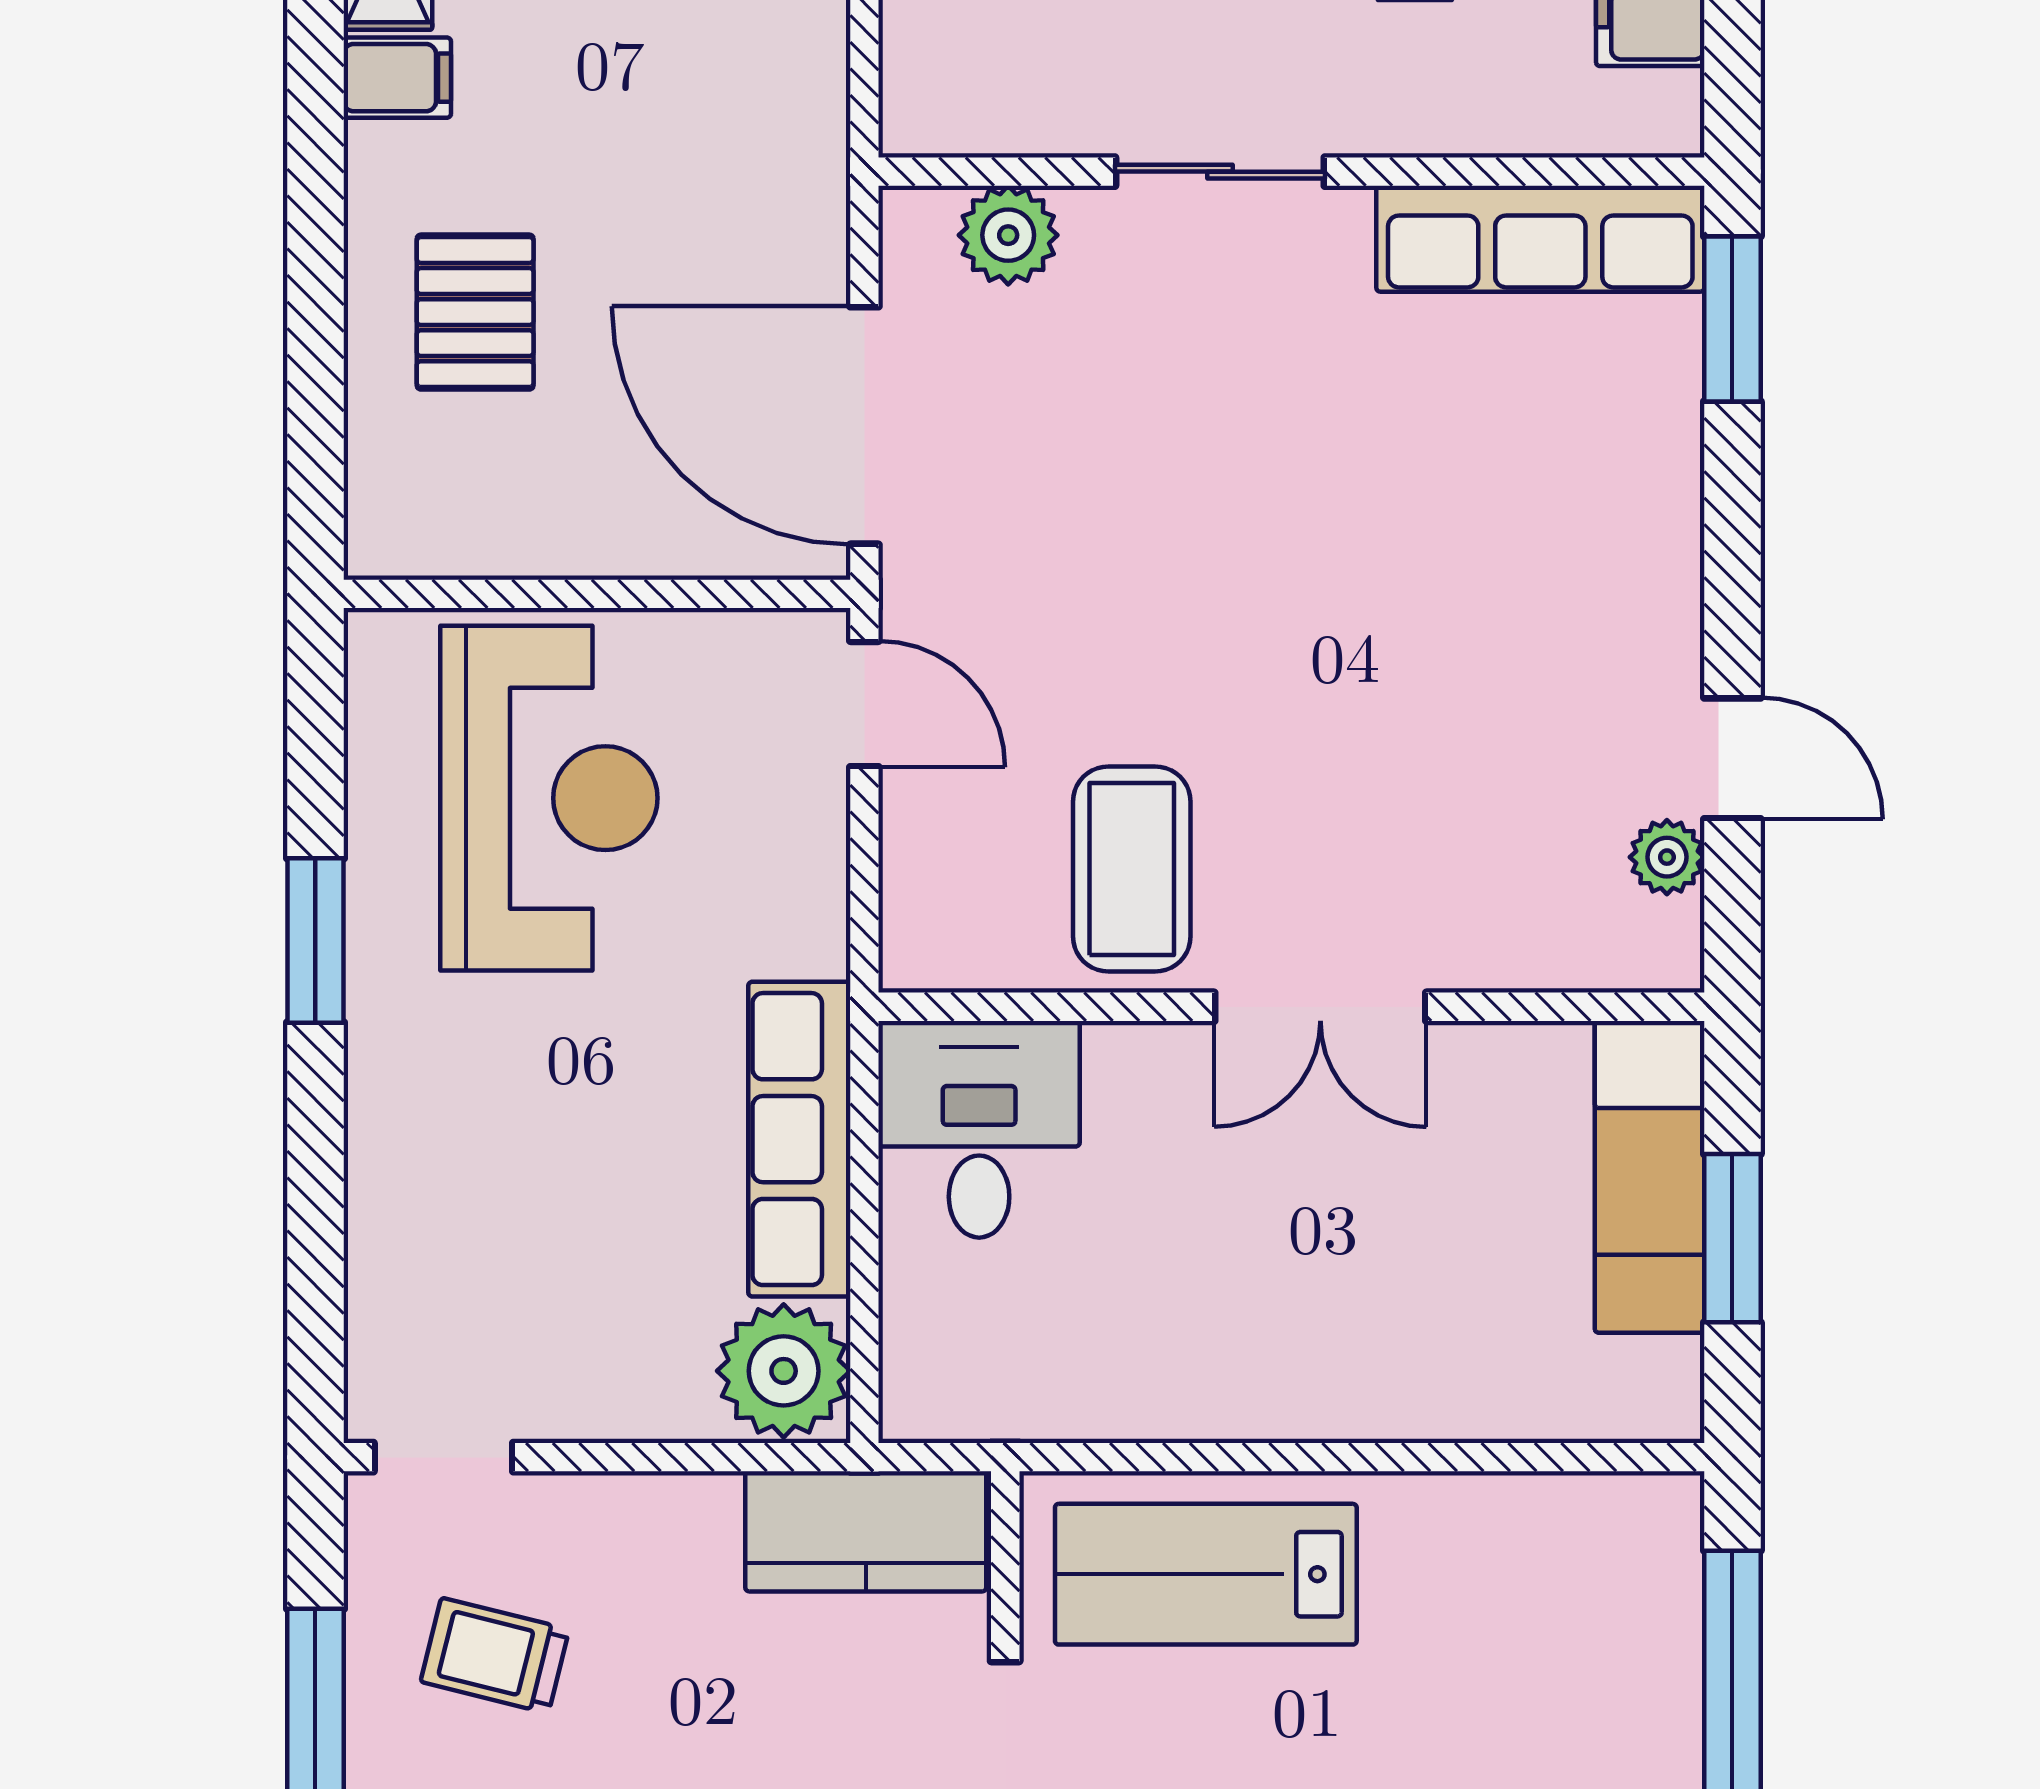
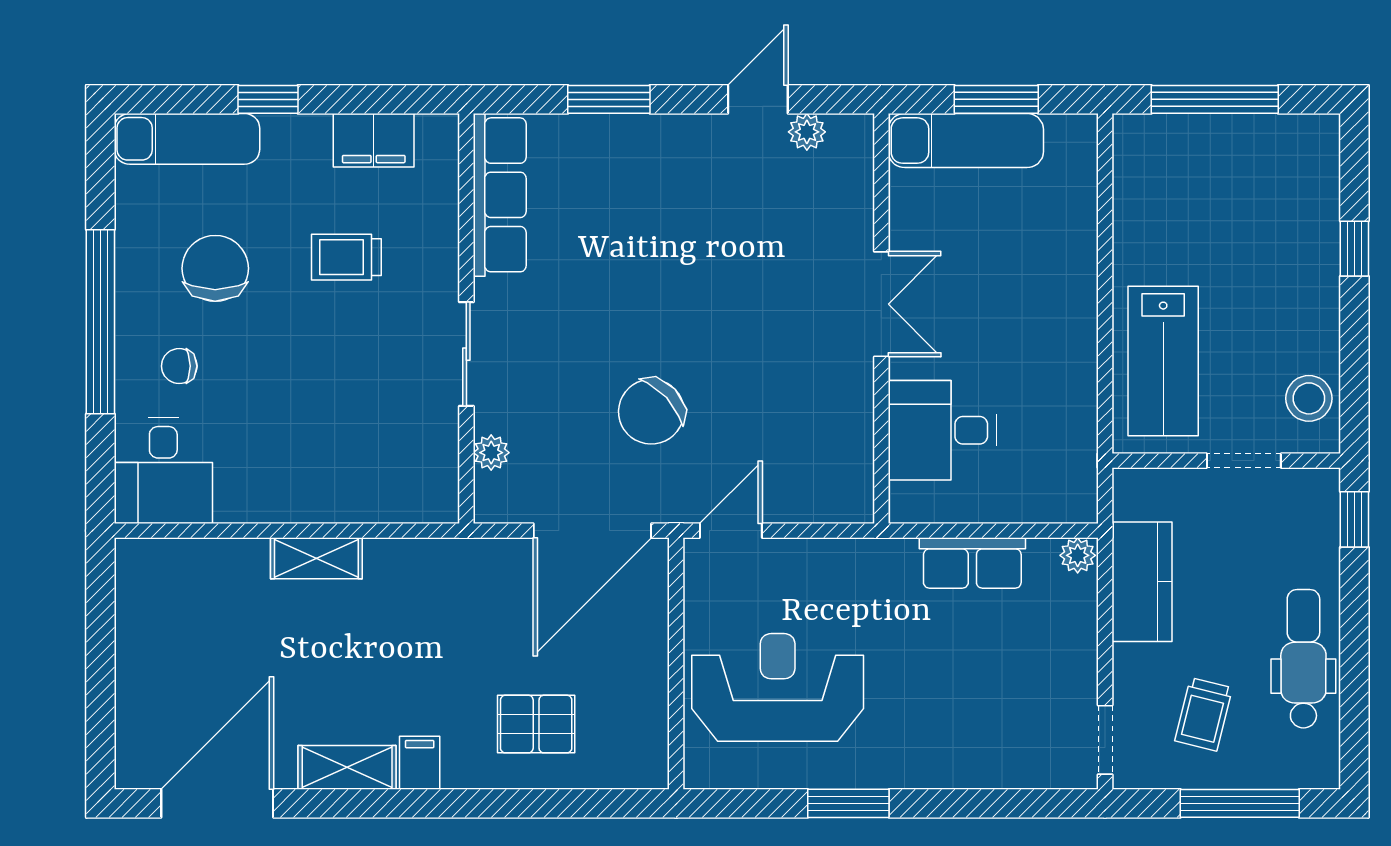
plant: (1008, 235) -> (491, 453), width x0.73, depth x0.73
window: (1732, 319) -> (609, 99), moved
chair: (1104, 544) -> (651, 412), added
coffee table: (1132, 869) -> (813, 398), removed
desk: (979, 1129) -> (942, 430), moved
row of seats: (799, 1139) -> (972, 563), width x0.68
plant: (784, 1371) -> (1078, 555), width x0.53, depth x0.53
kitchen counter: (866, 1531) -> (1142, 582), moved

